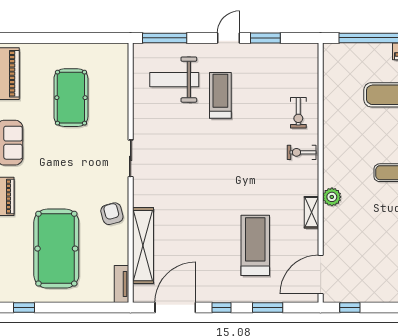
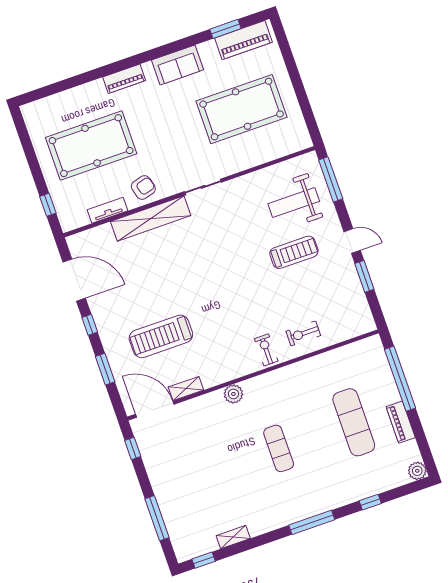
weight bench: (174, 80) -> (294, 203), turned -90
pool table: (71, 98) -> (242, 109), width x1.36, depth x1.32
shelving: (311, 212) -> (186, 389), moved
treadmill: (255, 245) -> (161, 336), turned 180
shelving: (143, 246) -> (151, 218), moved
tv unit: (121, 284) -> (108, 210), moved
window: (24, 308) -> (48, 205), moved

